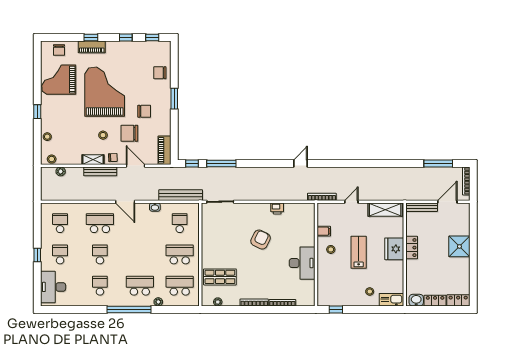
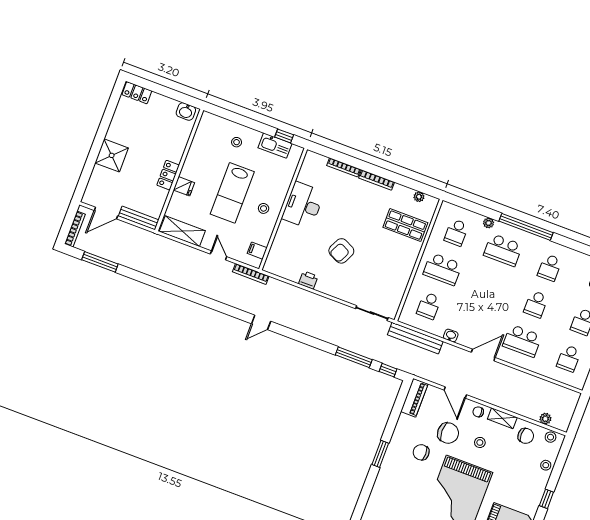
chair: (160, 73) -> (526, 436), moved
bench: (100, 171) -> (499, 401), removed
door: (125, 202) -> (483, 355), hinge flipped
door: (351, 202) -> (218, 255), swing flipped
filing cabinet: (324, 231) -> (257, 251), moved
fridge: (394, 249) -> (184, 186), width x0.53, depth x0.75
lab bench: (359, 252) -> (232, 193), width x1.36, depth x1.39
school desk: (180, 286) -> (456, 232), width x0.54
kitchen sink: (391, 300) -> (275, 146), moved
locker: (435, 301) -> (164, 103), removed

